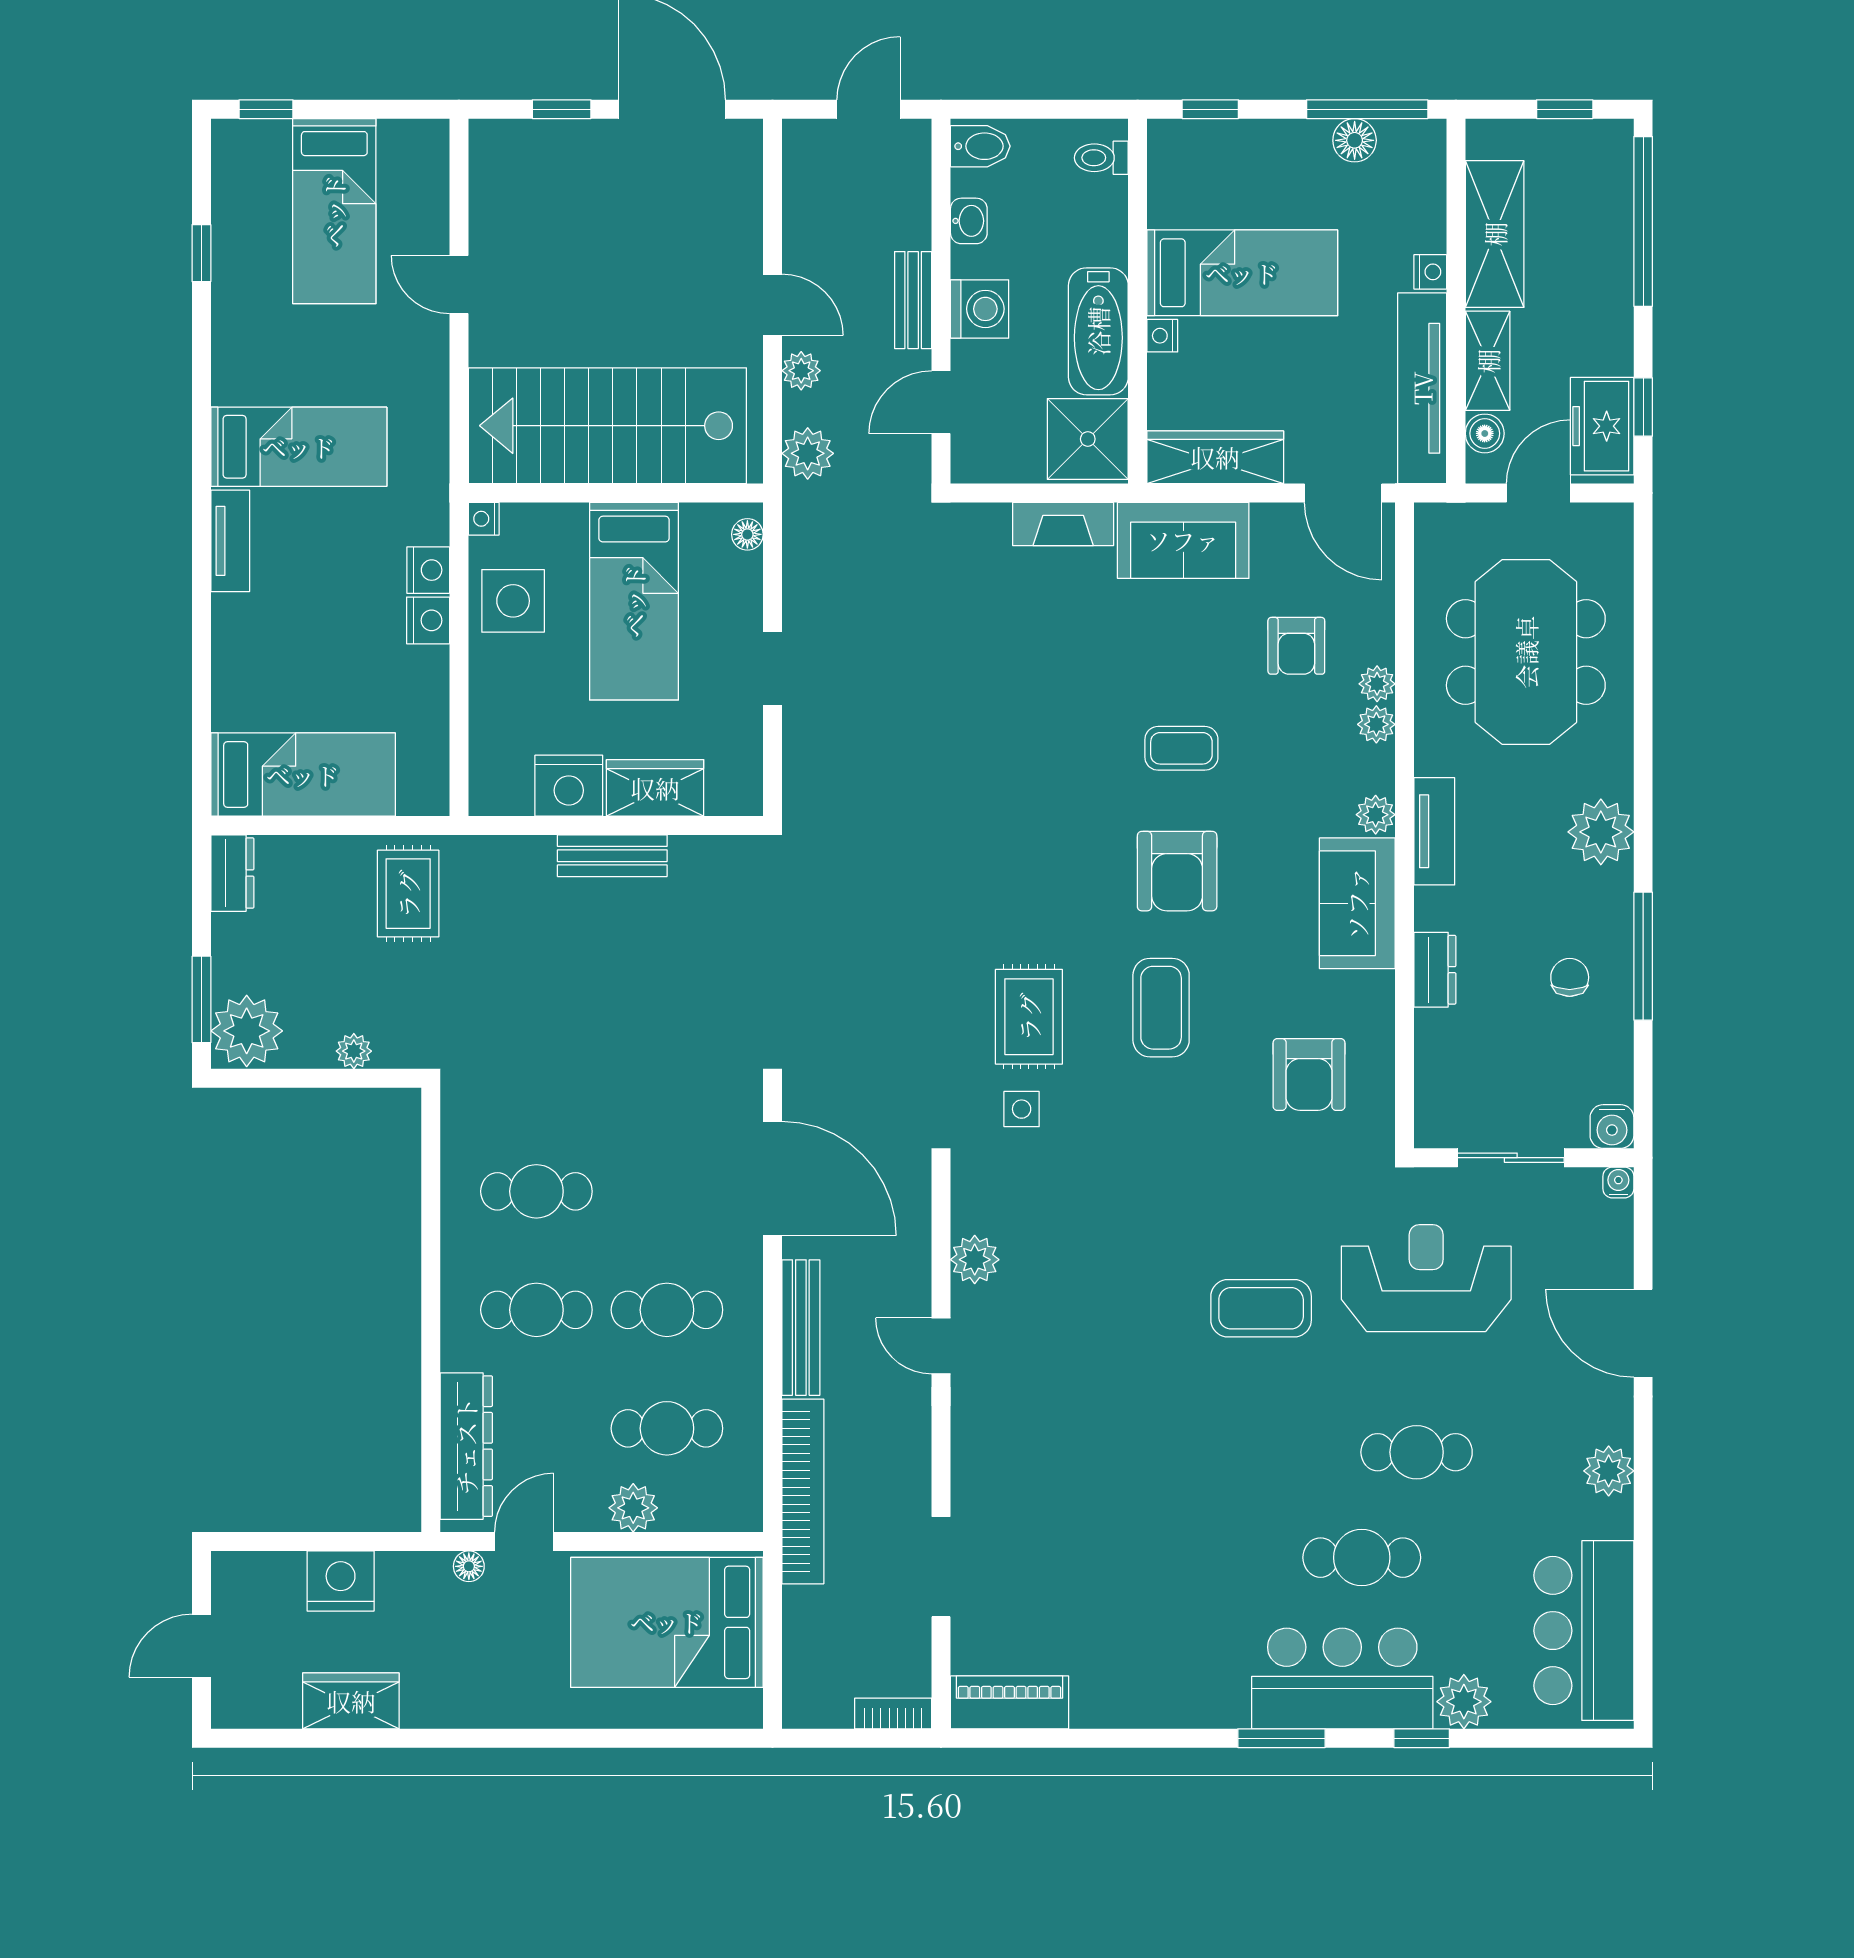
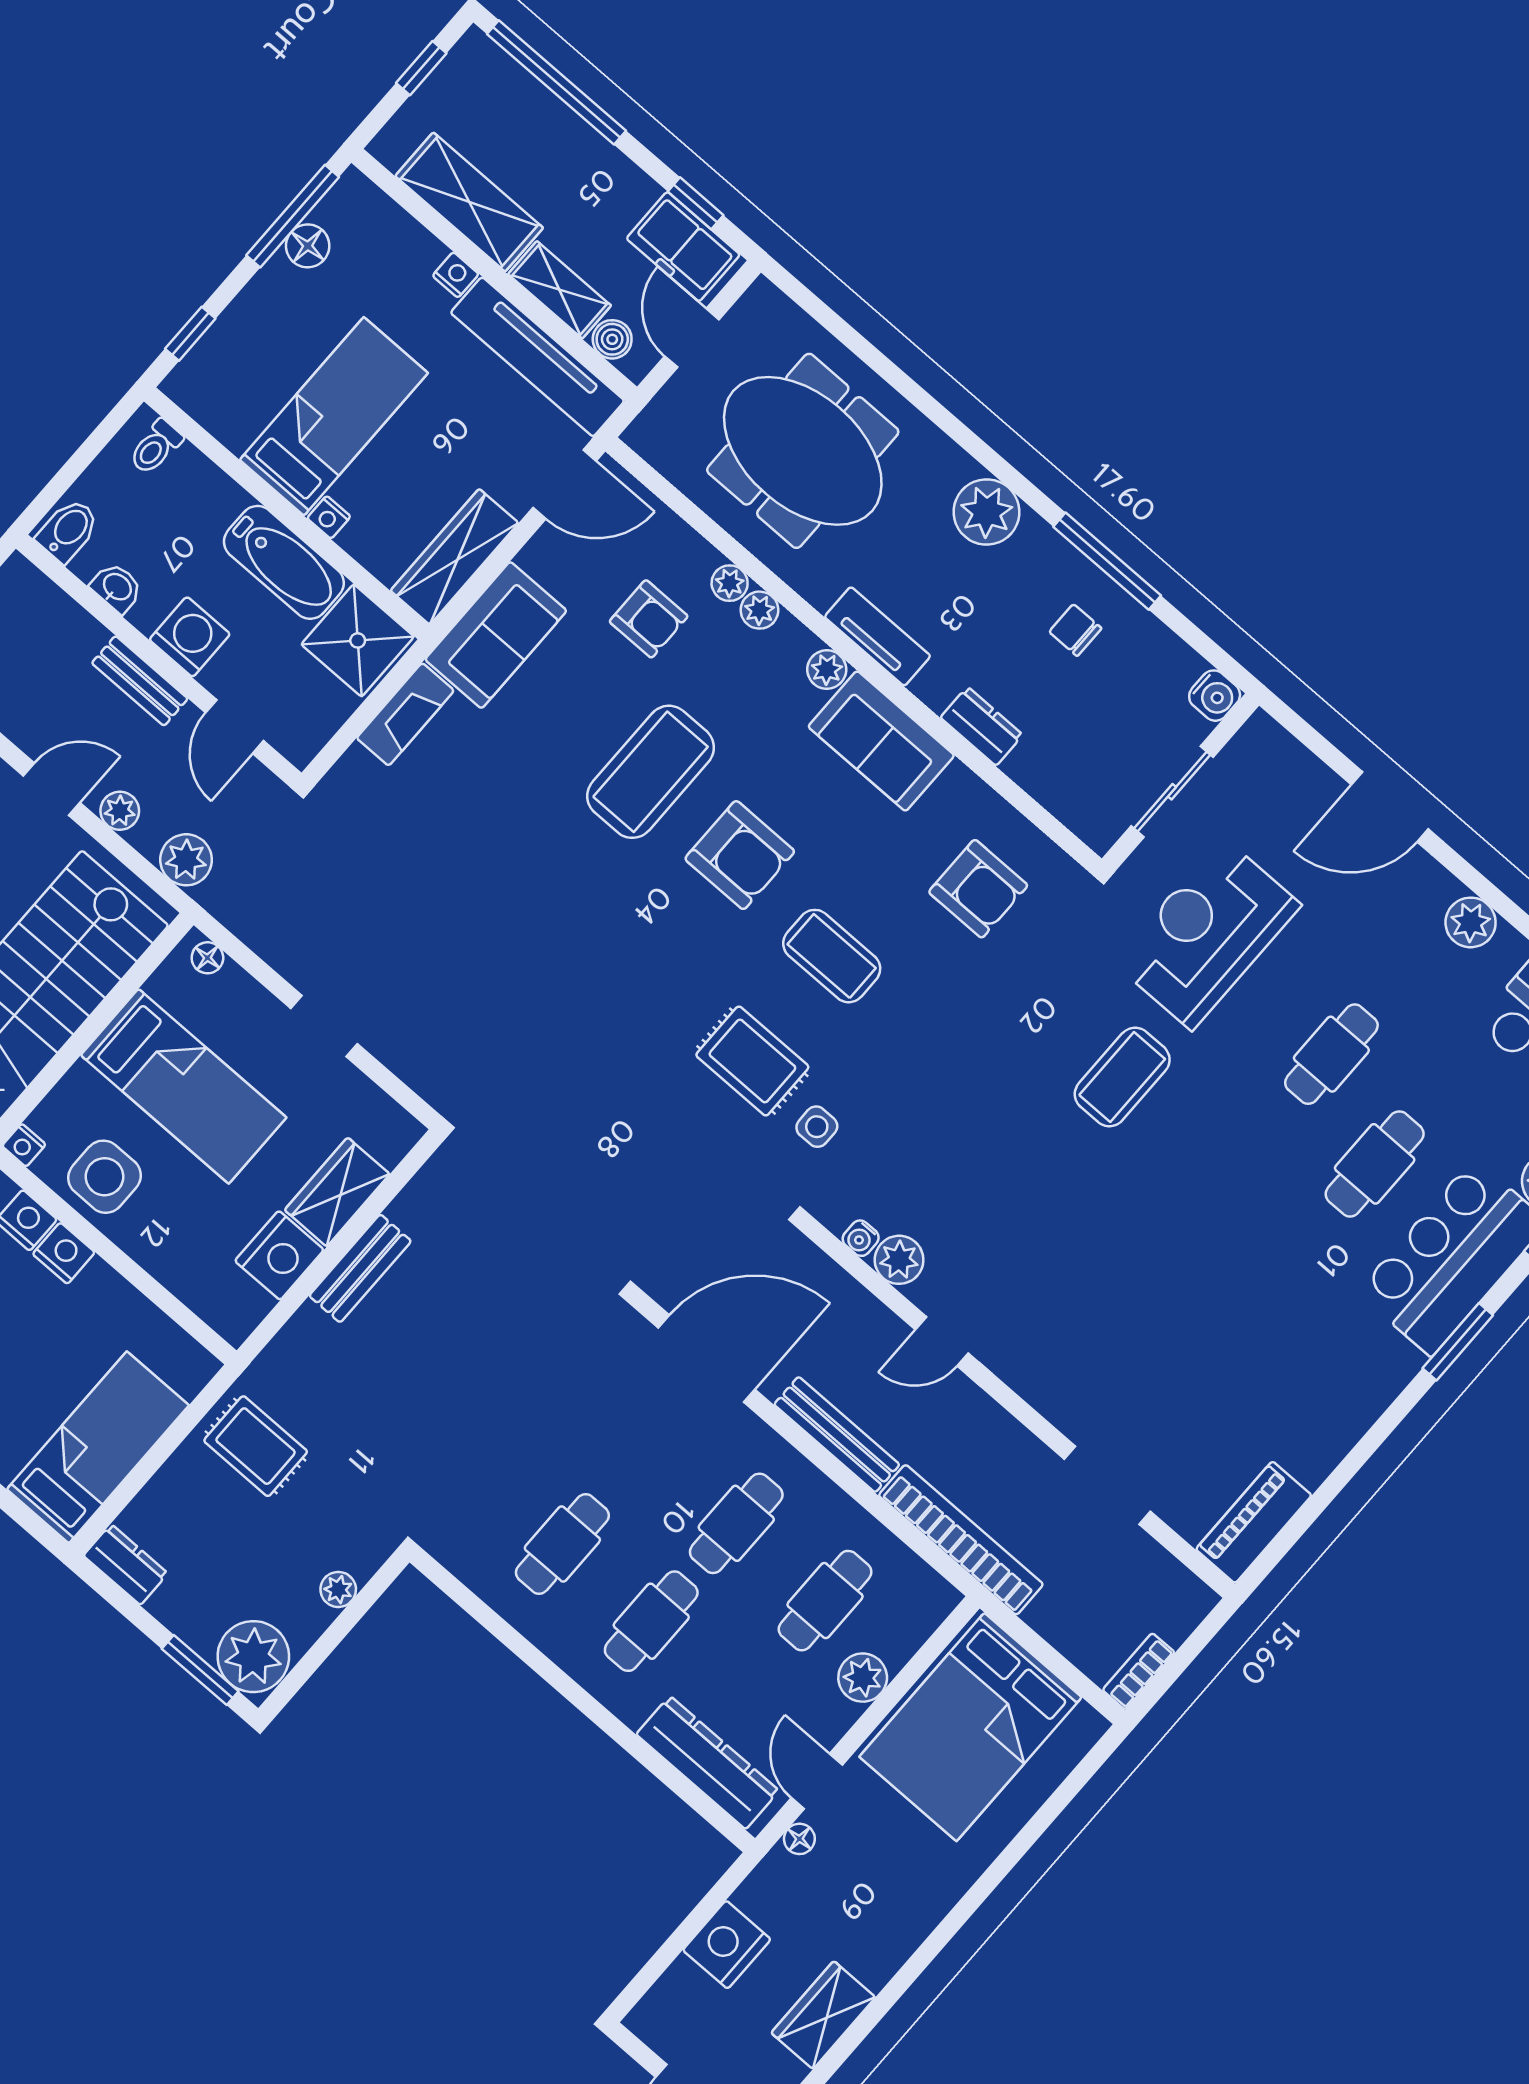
coffee table: (1181, 748) -> (651, 772), width x1.86, depth x1.72
water cooler: (1618, 1182) -> (861, 1238), moved, turned -90
bookcase: (893, 1713) -> (1139, 1671), moved

